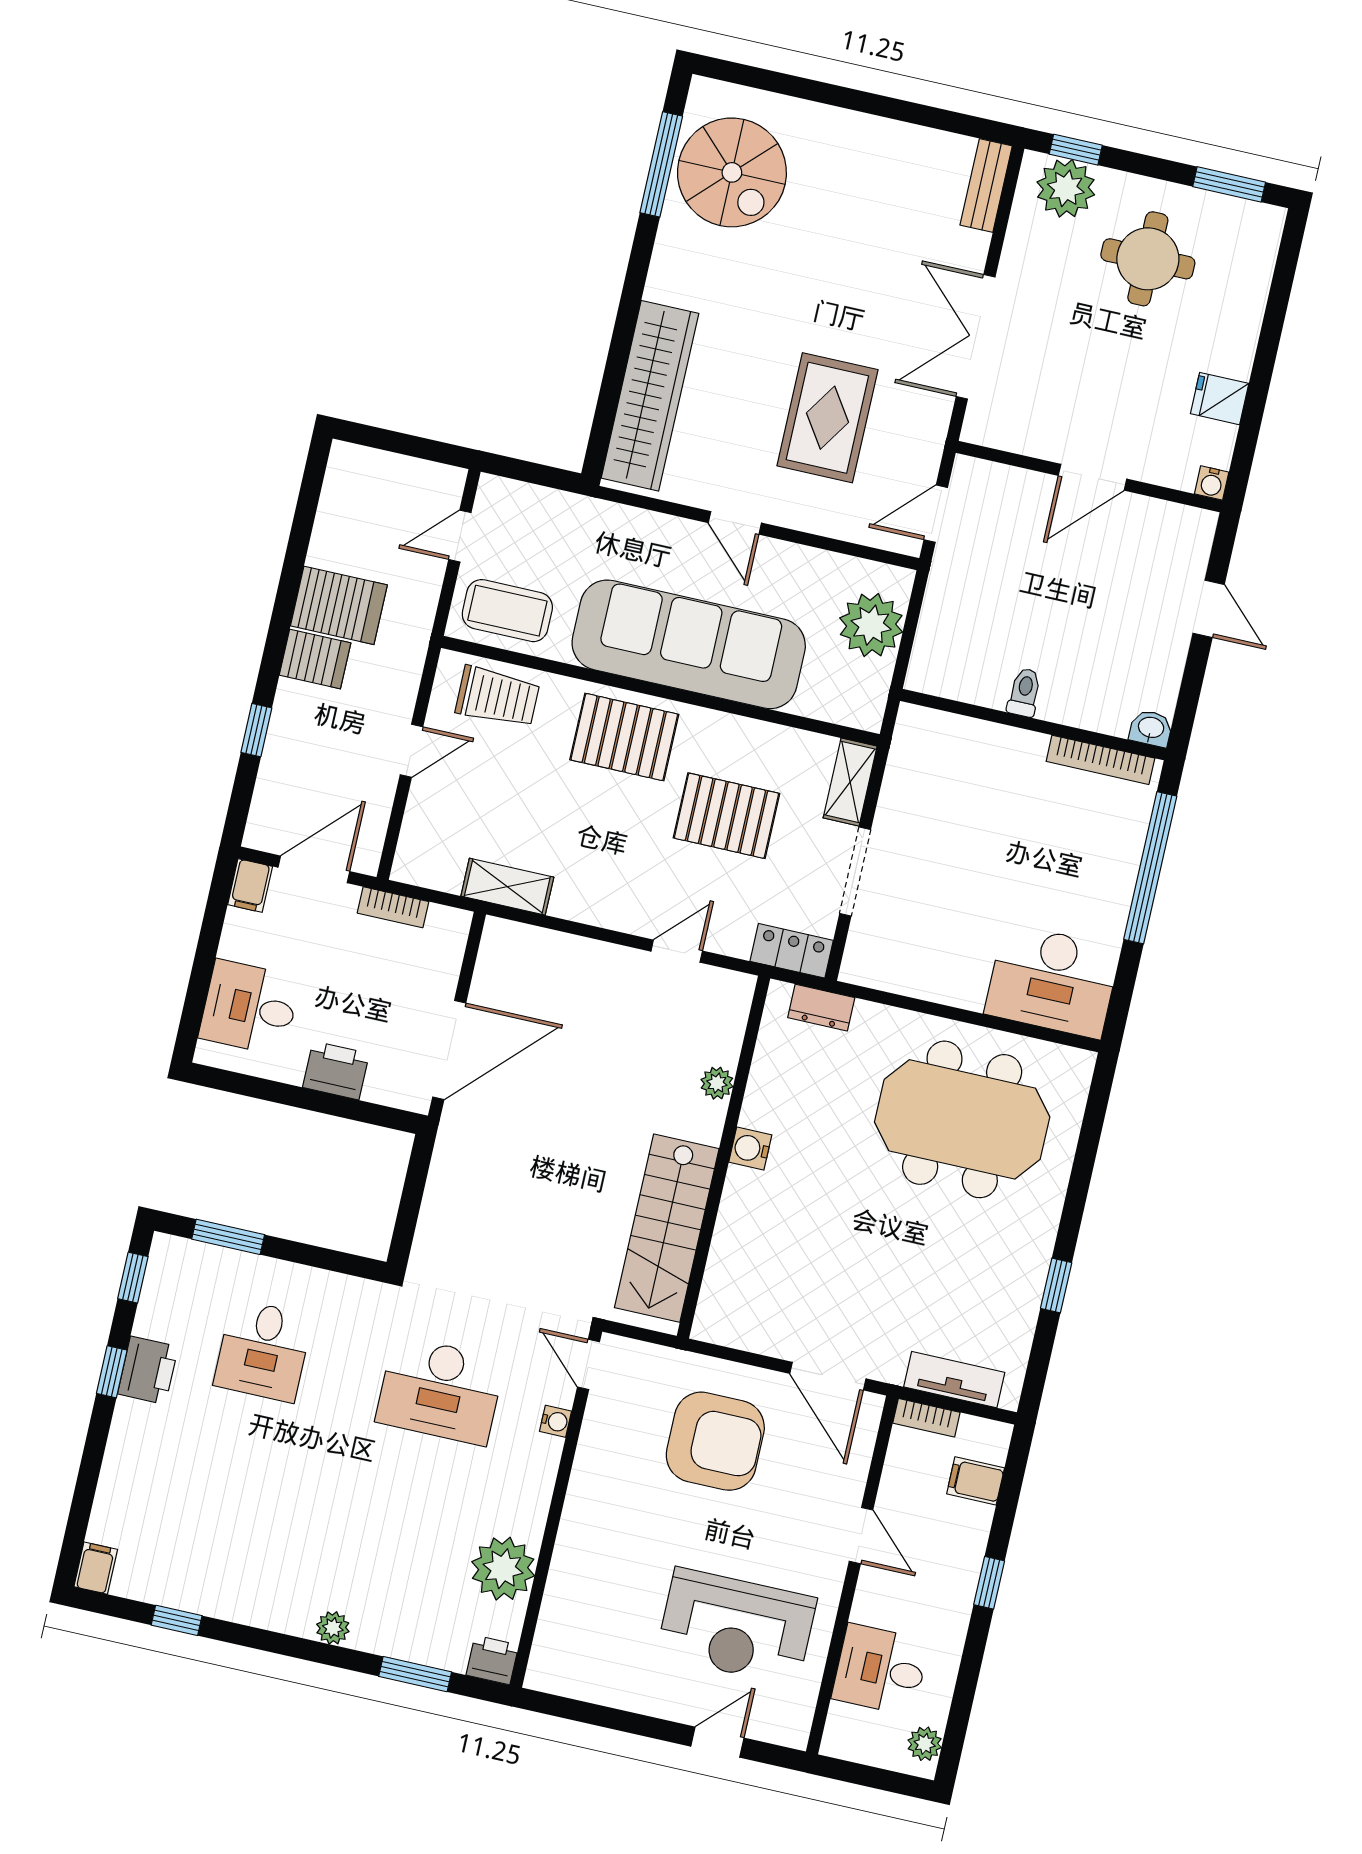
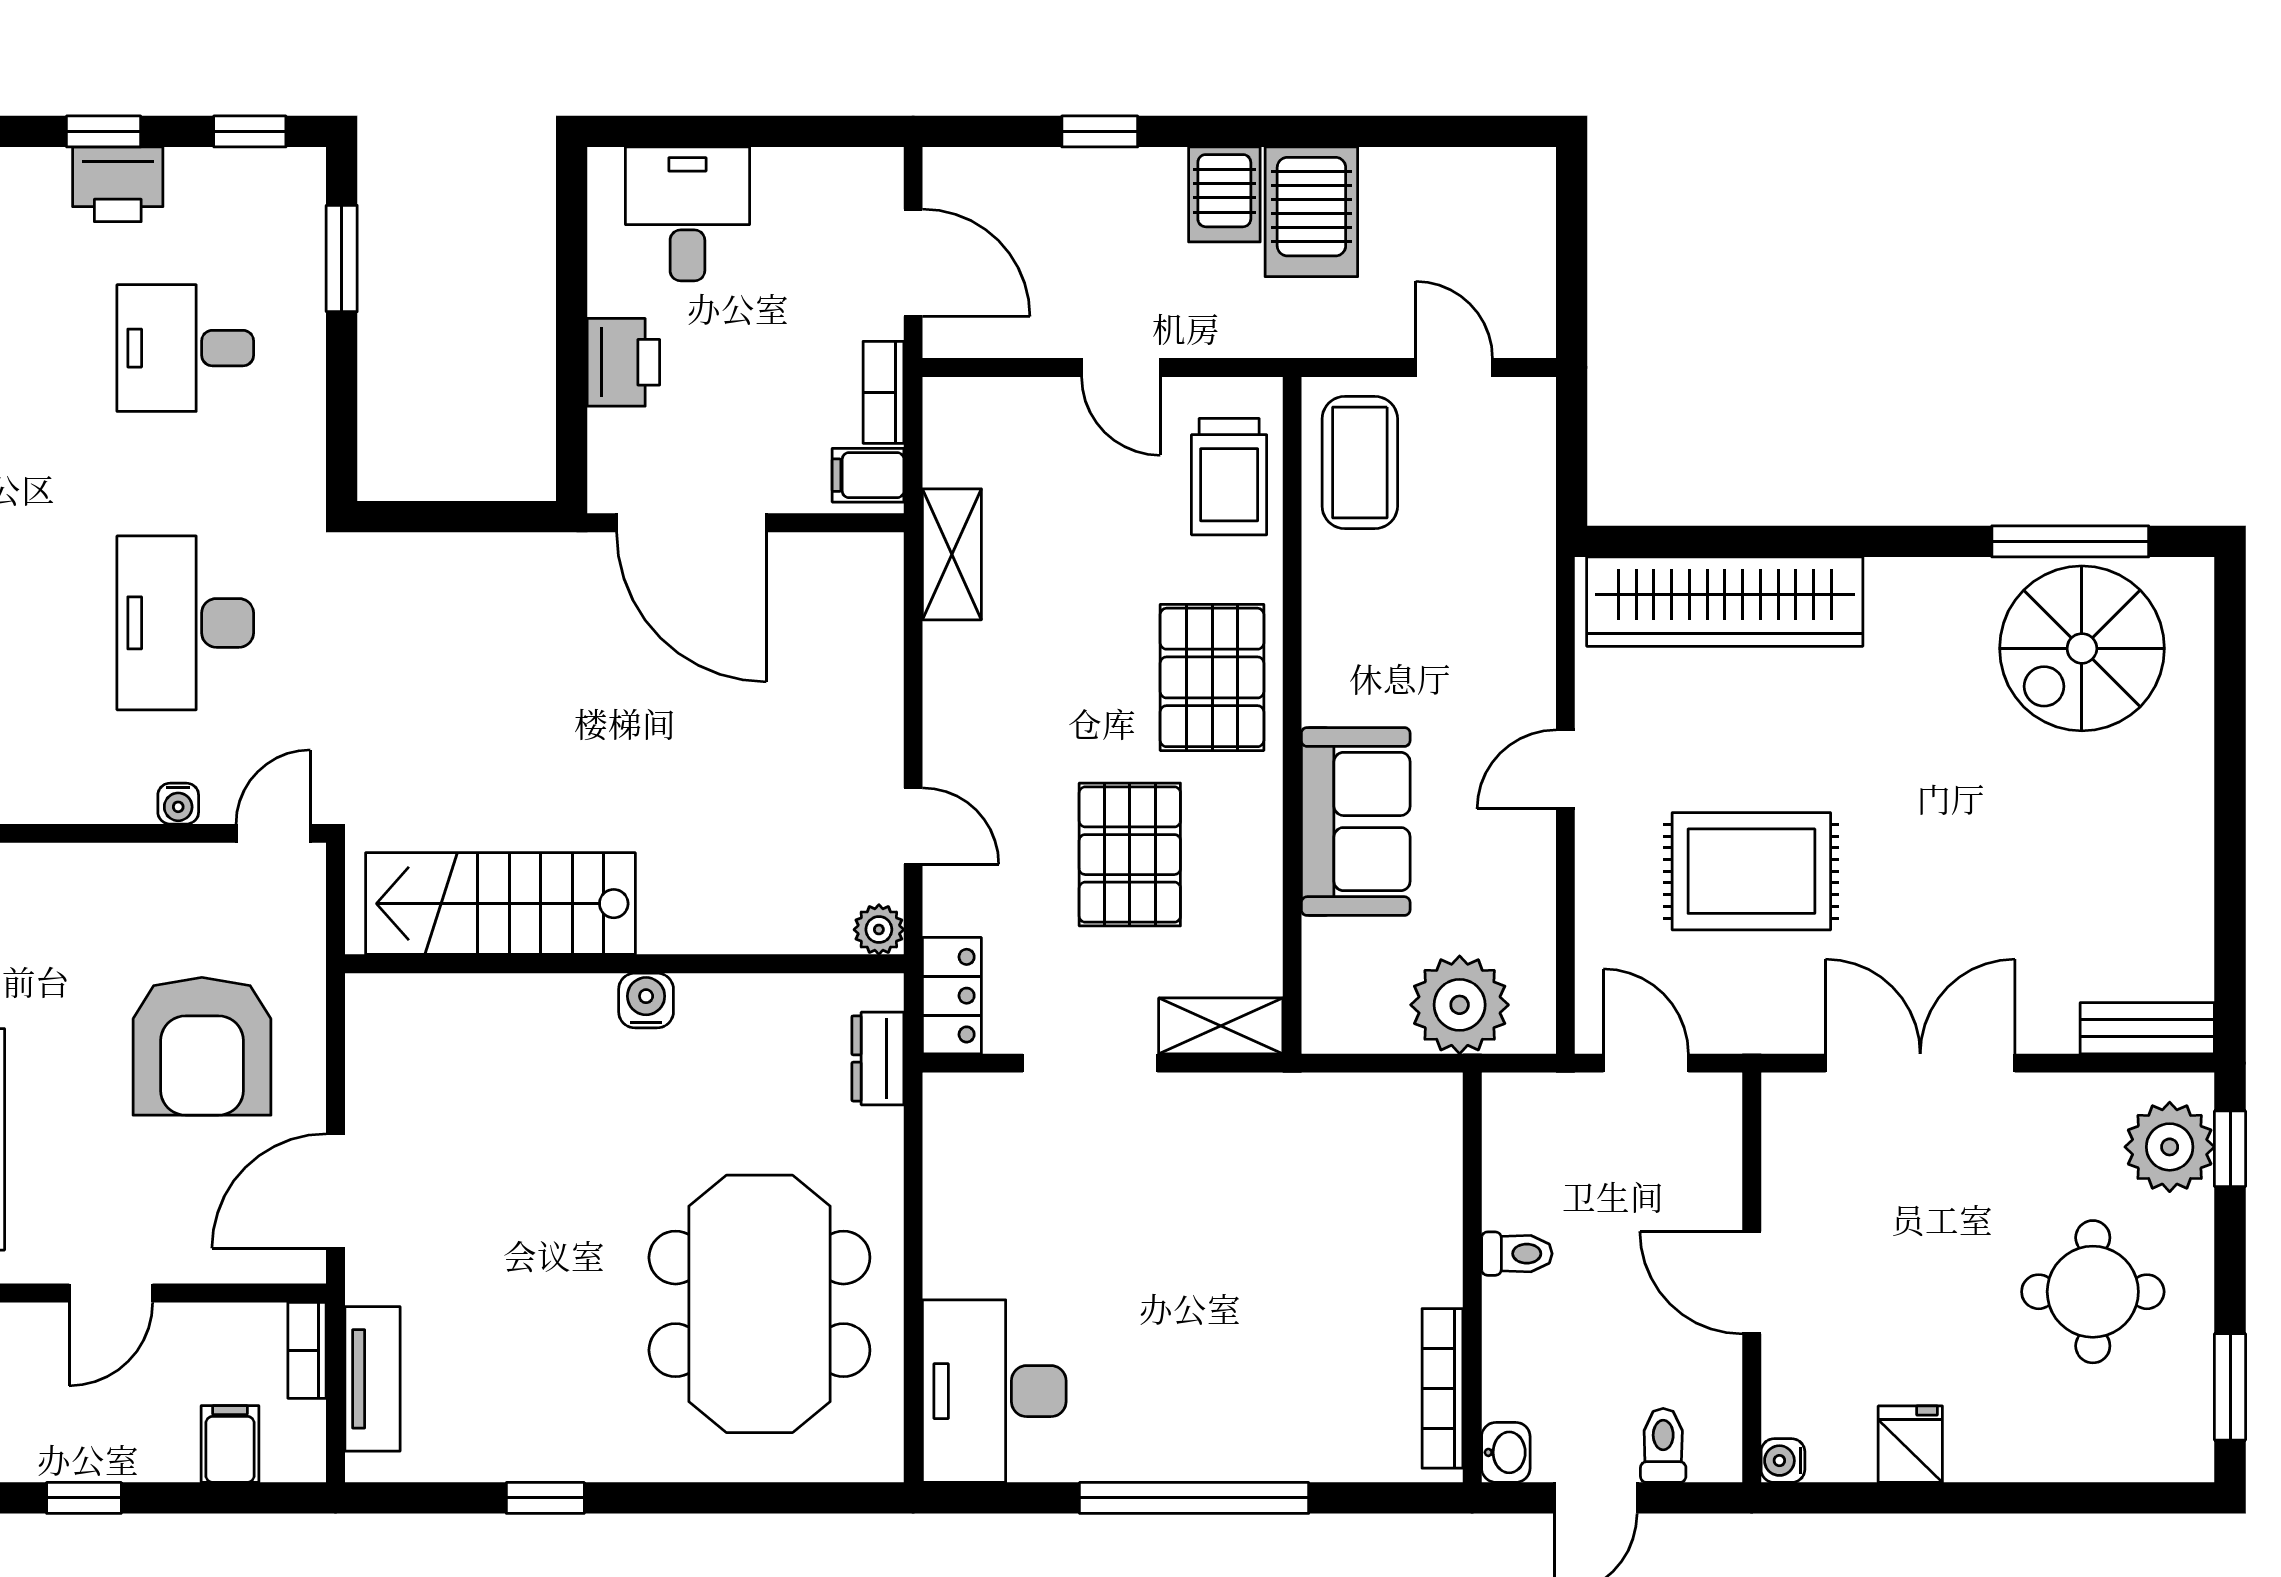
toilet: (1184, 558) -> (1663, 1445), added
sofa: (689, 644) -> (1356, 822), width x0.54, depth x0.79
toilet: (1024, 692) -> (1517, 1254), moved
wall: (1033, 725) -> (1472, 1277), moved
washbasin: (1151, 728) -> (1506, 1452), moved
bookcase: (1100, 760) -> (1442, 1388), moved
filing cabinet: (250, 885) -> (868, 475), moved
plant: (717, 1083) -> (879, 930), moved

